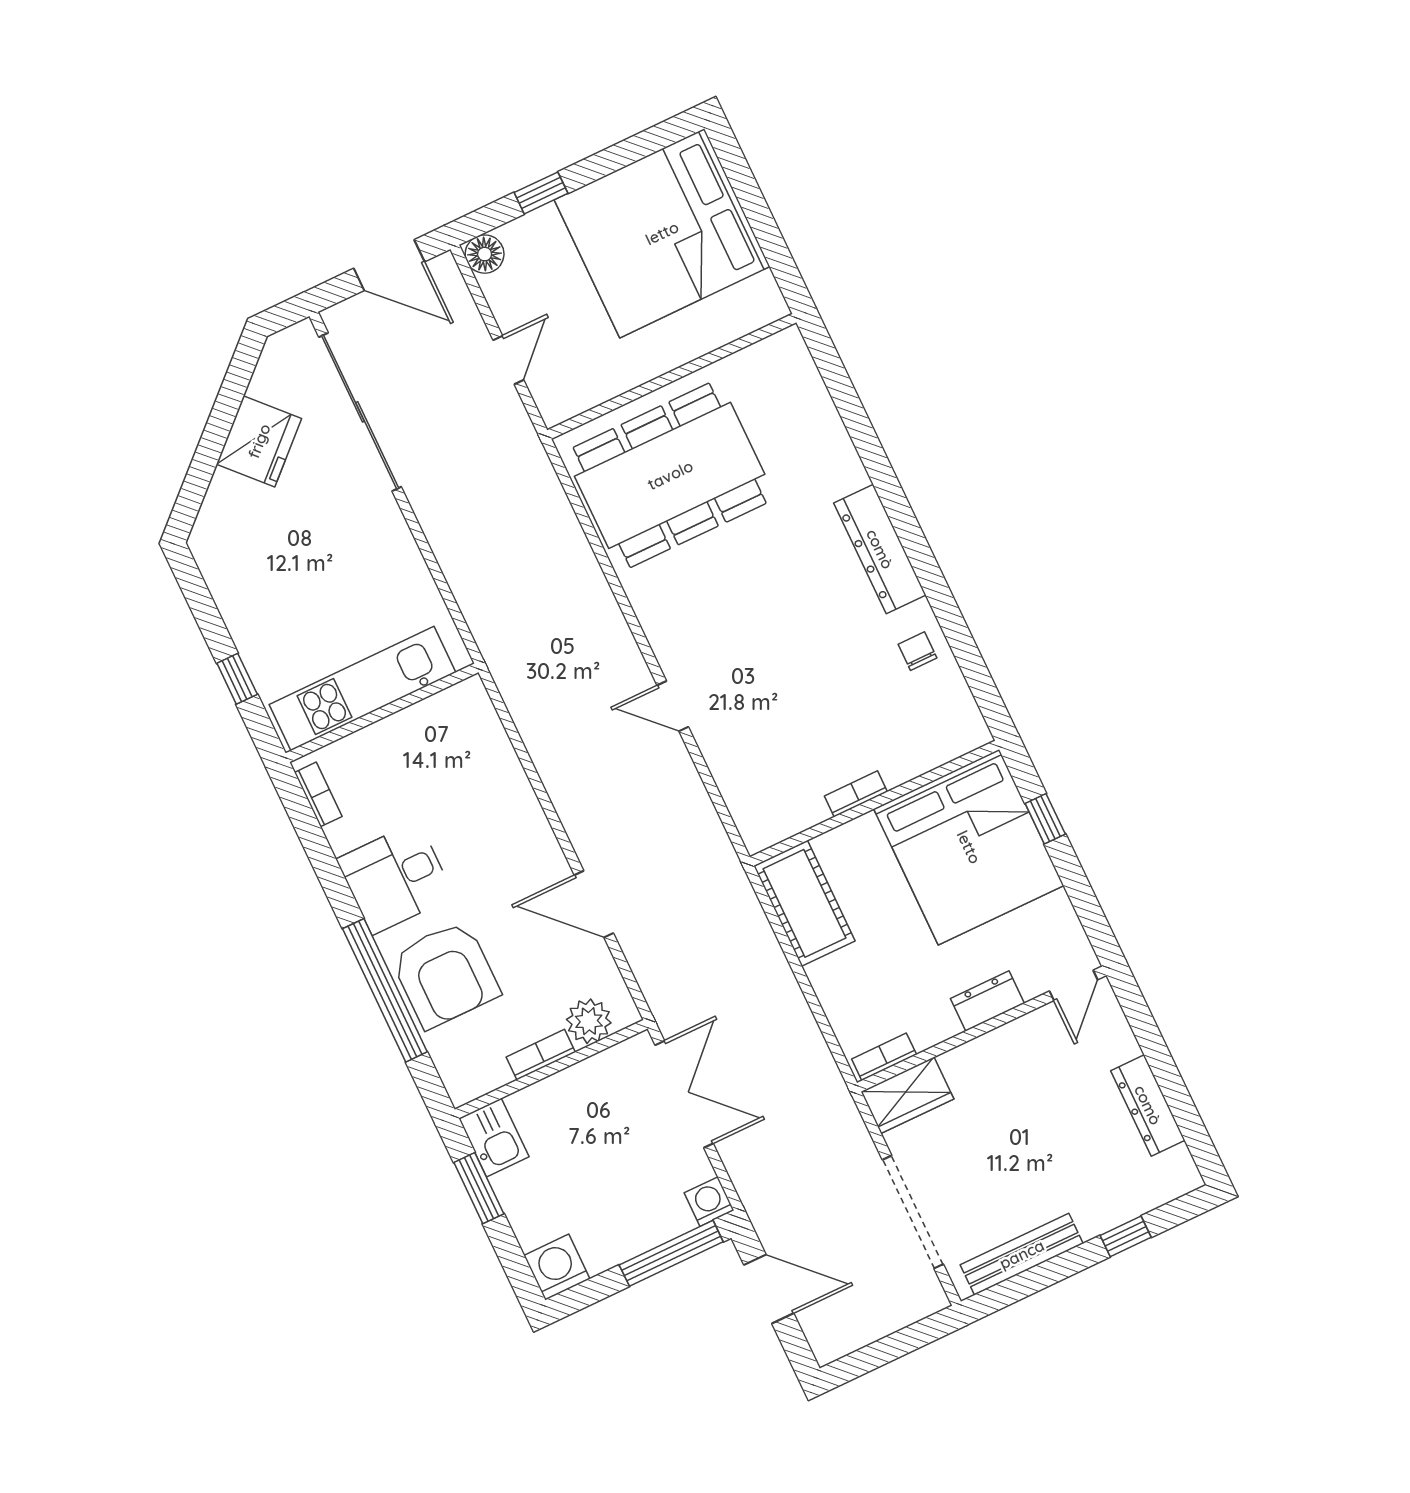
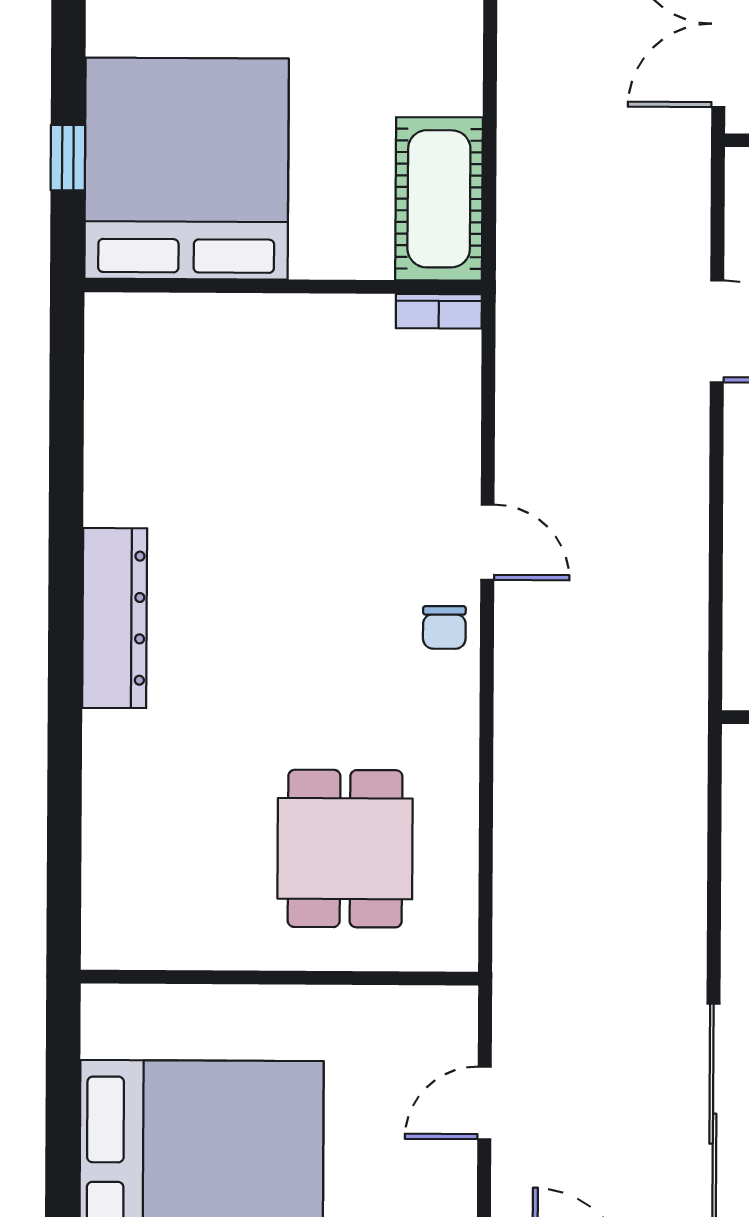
dining table: (670, 475) -> (345, 849), width x0.53, depth x0.80
chair: (917, 651) -> (444, 627), moved
bookcase: (856, 794) -> (439, 311), moved

